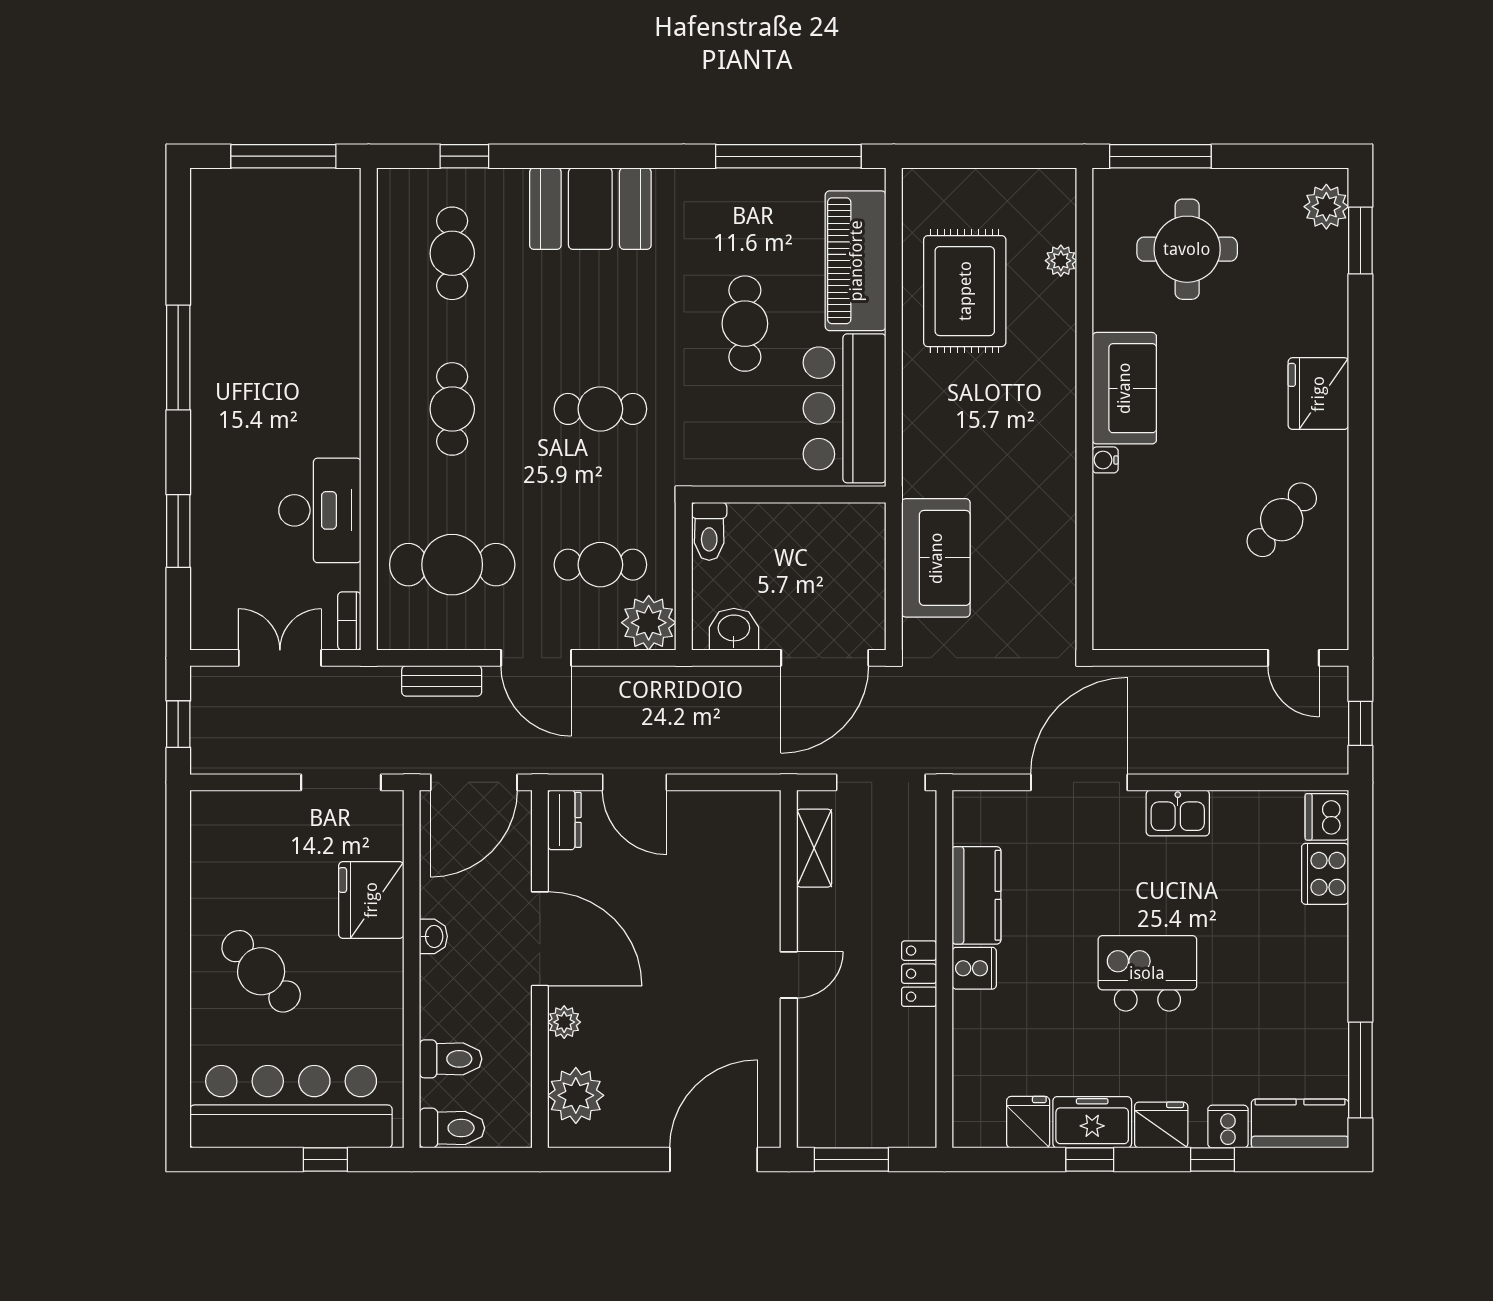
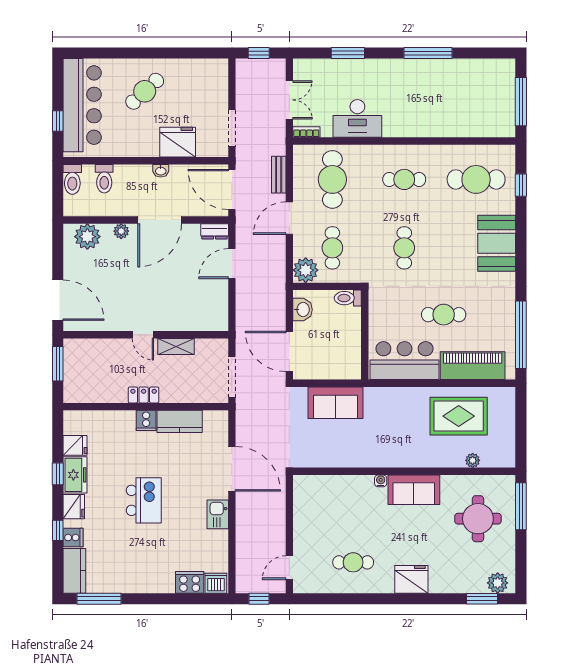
cafe table: (452, 253) -> (476, 179), width x1.37, depth x1.35
cafe table: (1282, 520) -> (353, 562), turned -42
shelving: (814, 848) -> (176, 347), moved

